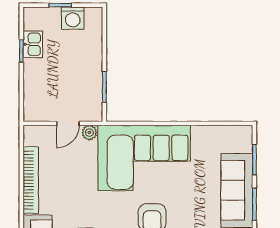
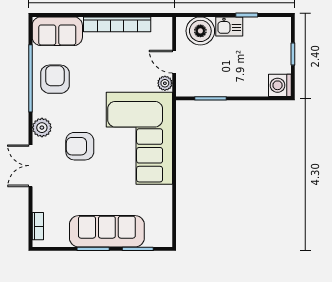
washing machine: (73, 18) -> (280, 85), moved
kitchen sink: (33, 44) -> (229, 26), moved
boiler: (37, 97) -> (200, 31), added

